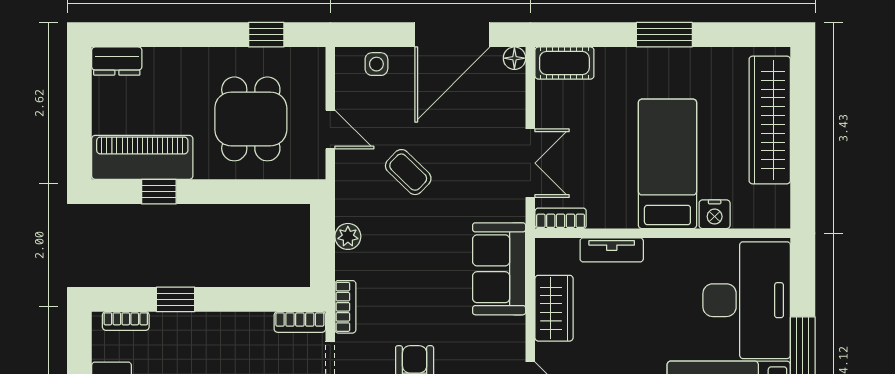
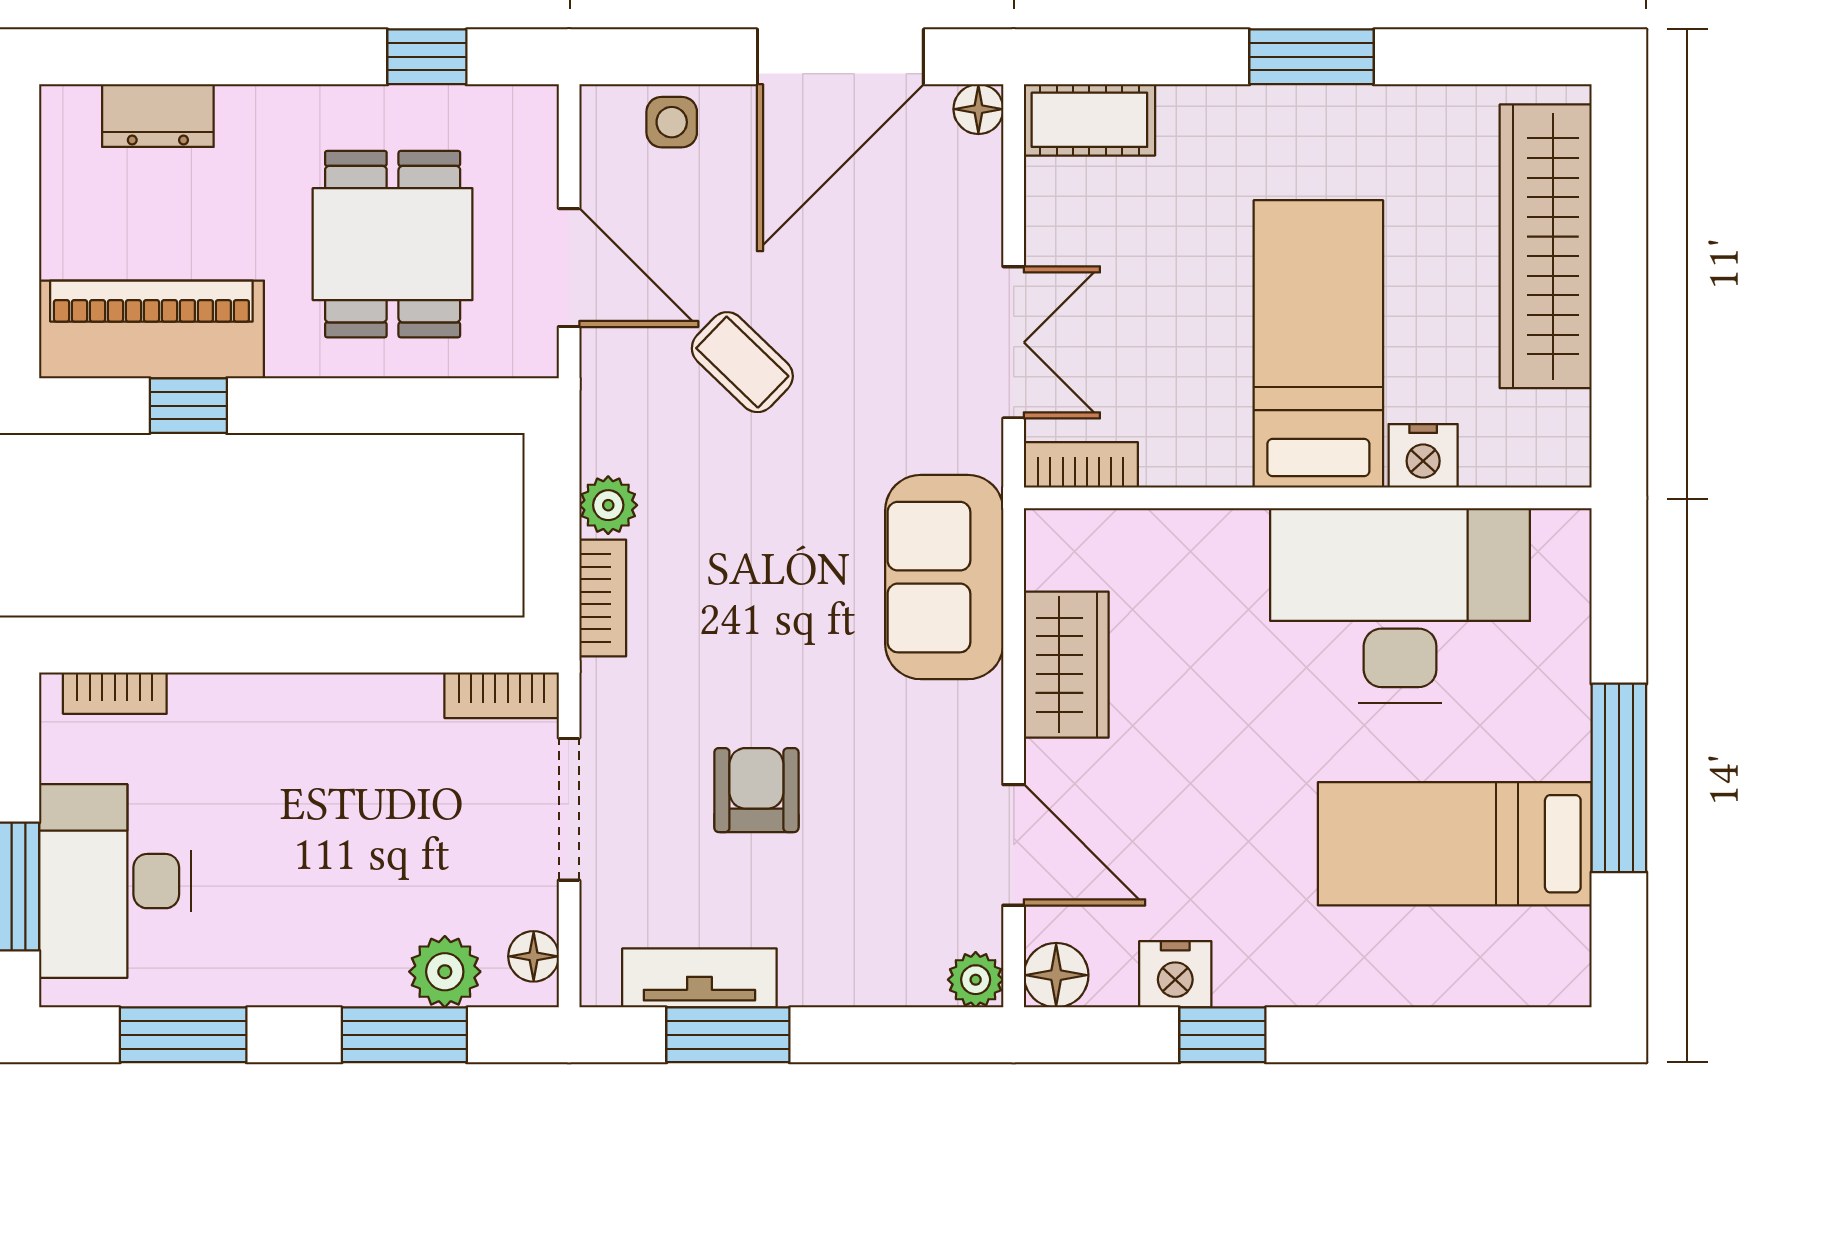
dresser: (117, 61) -> (158, 116), moved
door: (330, 130) -> (569, 268), width x1.38
tv unit: (612, 250) -> (1194, 535), removed
window: (176, 299) -> (225, 645), removed
desk: (747, 300) -> (1400, 605), moved, turned -90
bookcase: (345, 307) -> (603, 598), moved

